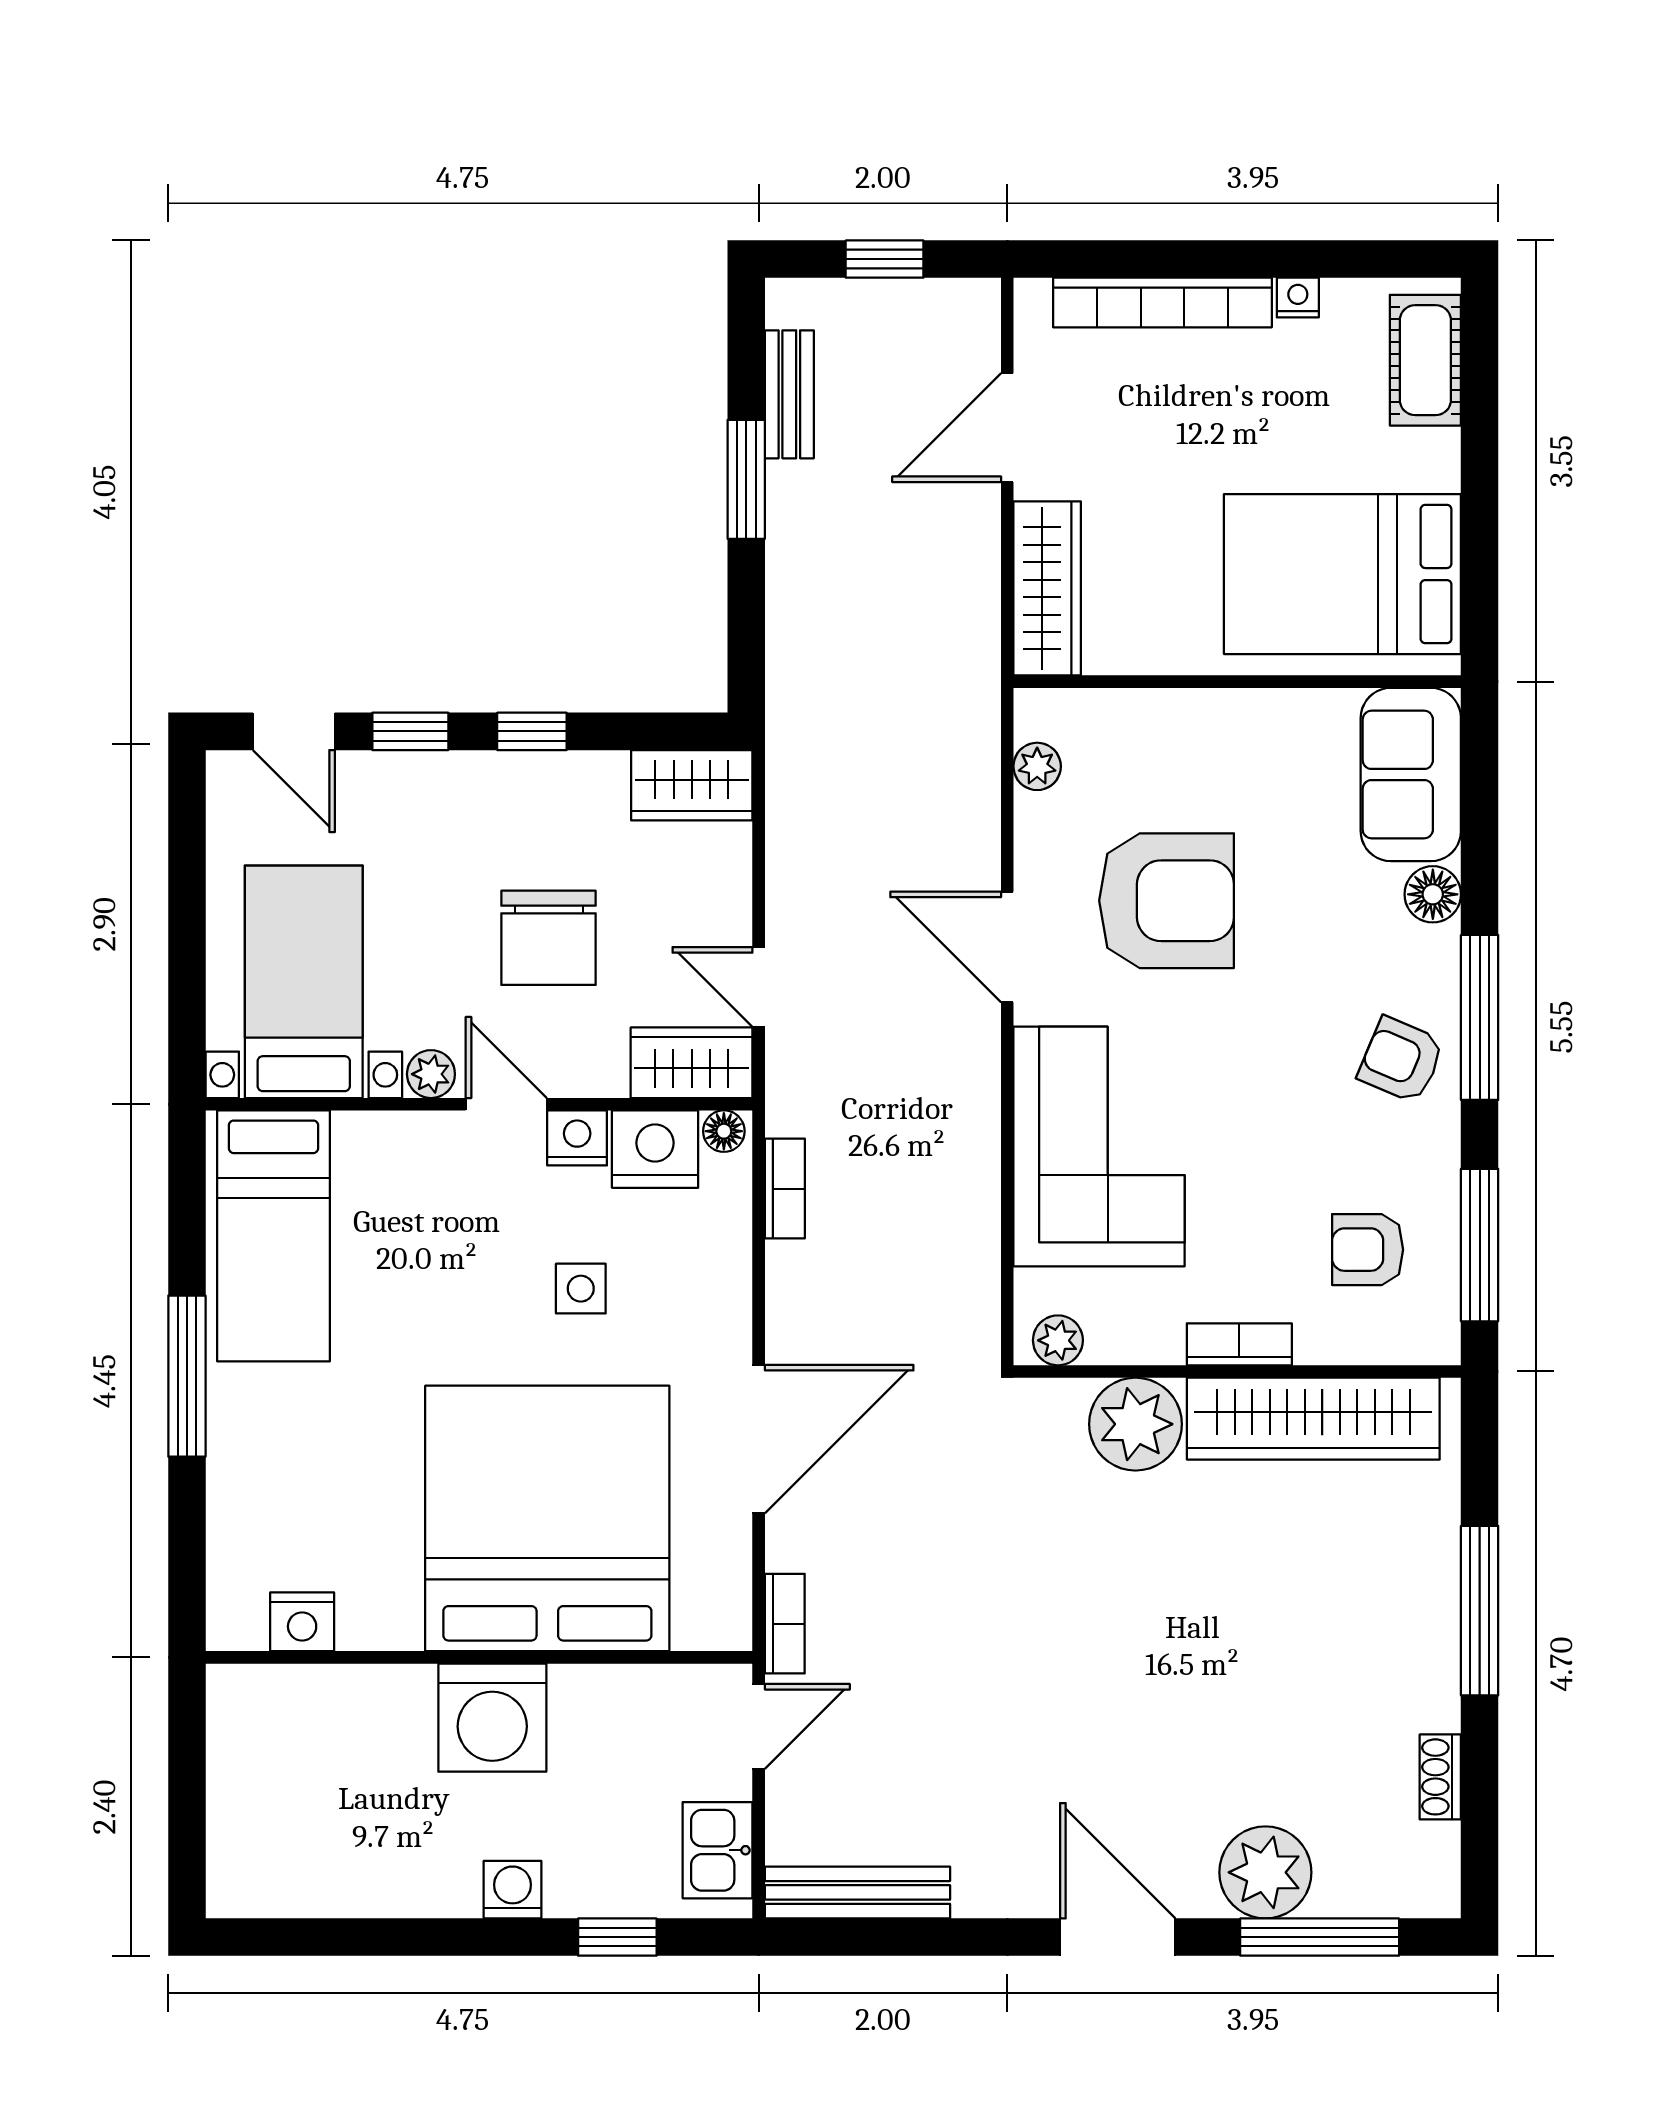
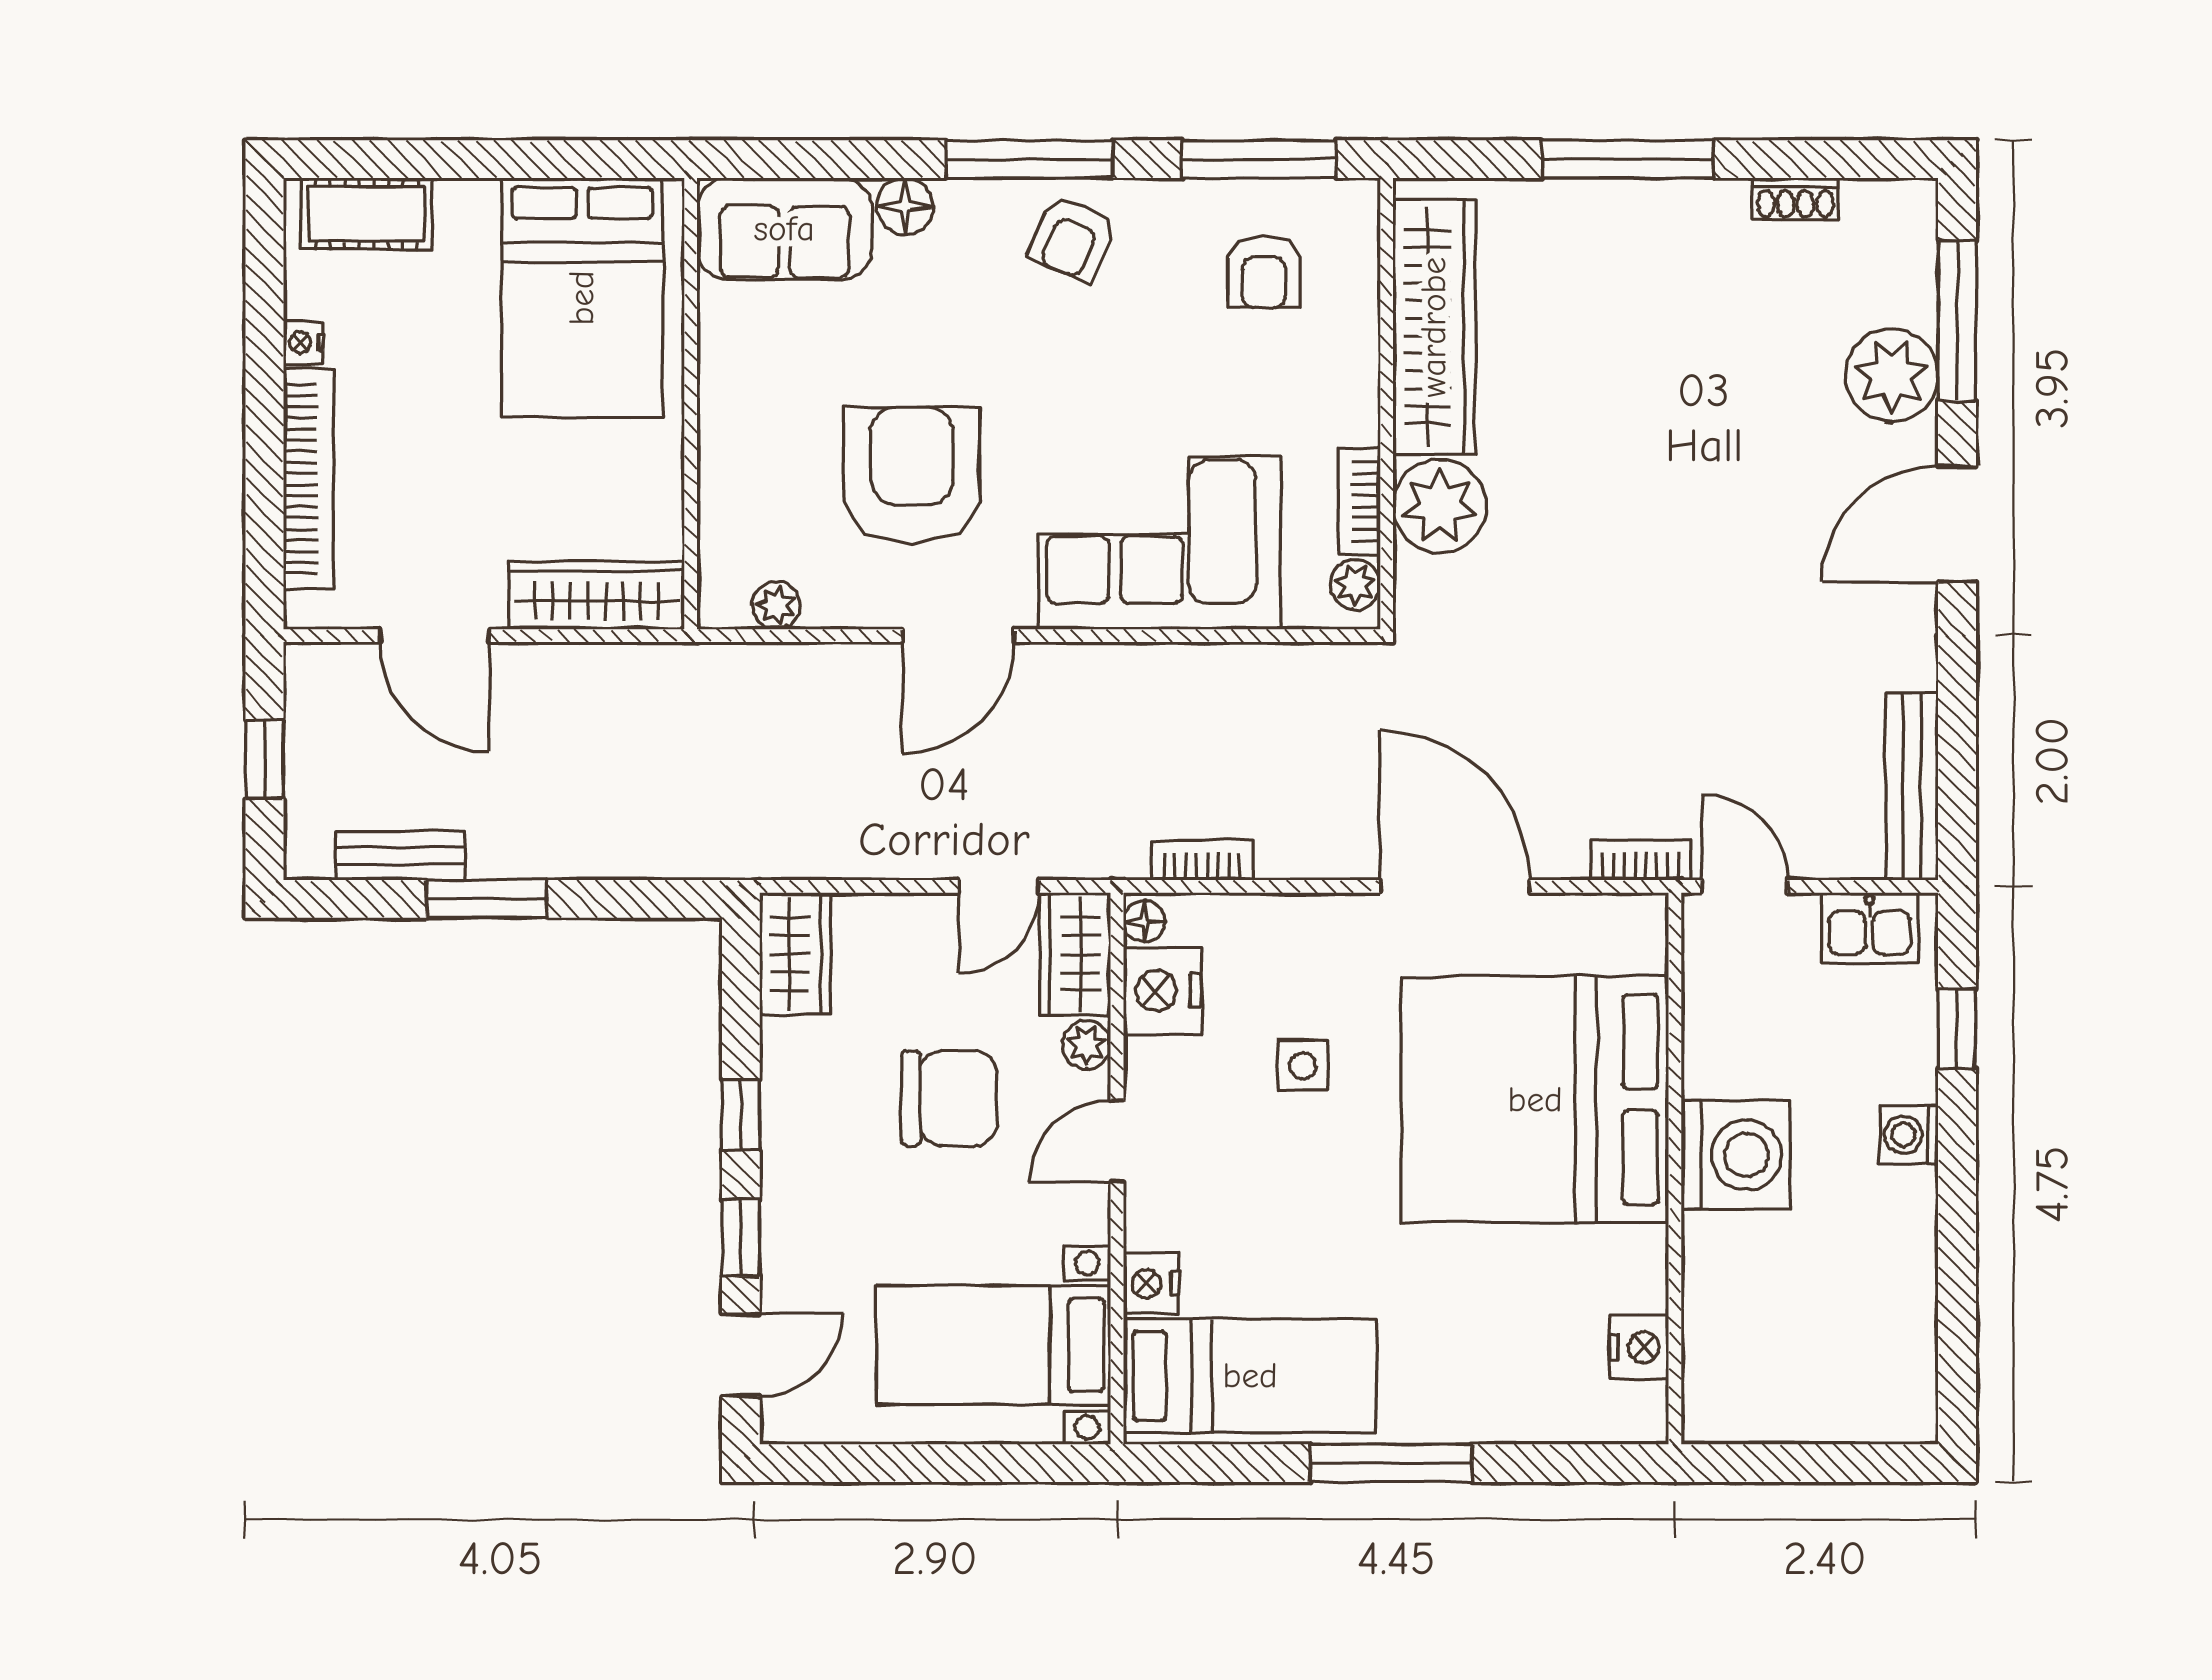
plant: (431, 1074) -> (1087, 1045), moved
nightstand: (577, 1138) -> (1151, 1284), moved
bookcase: (1239, 1344) -> (1359, 501), moved

